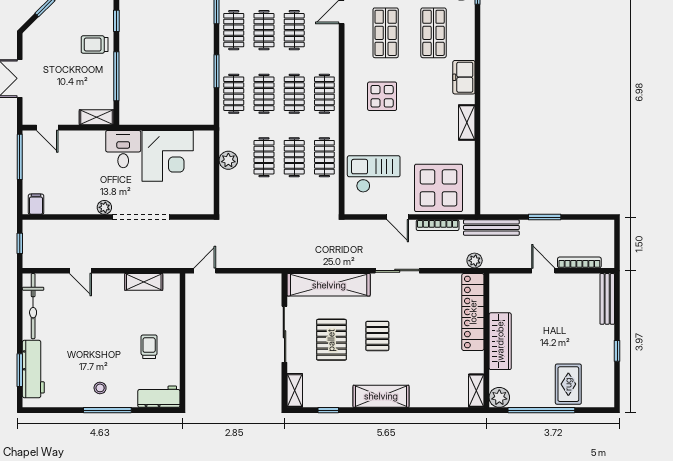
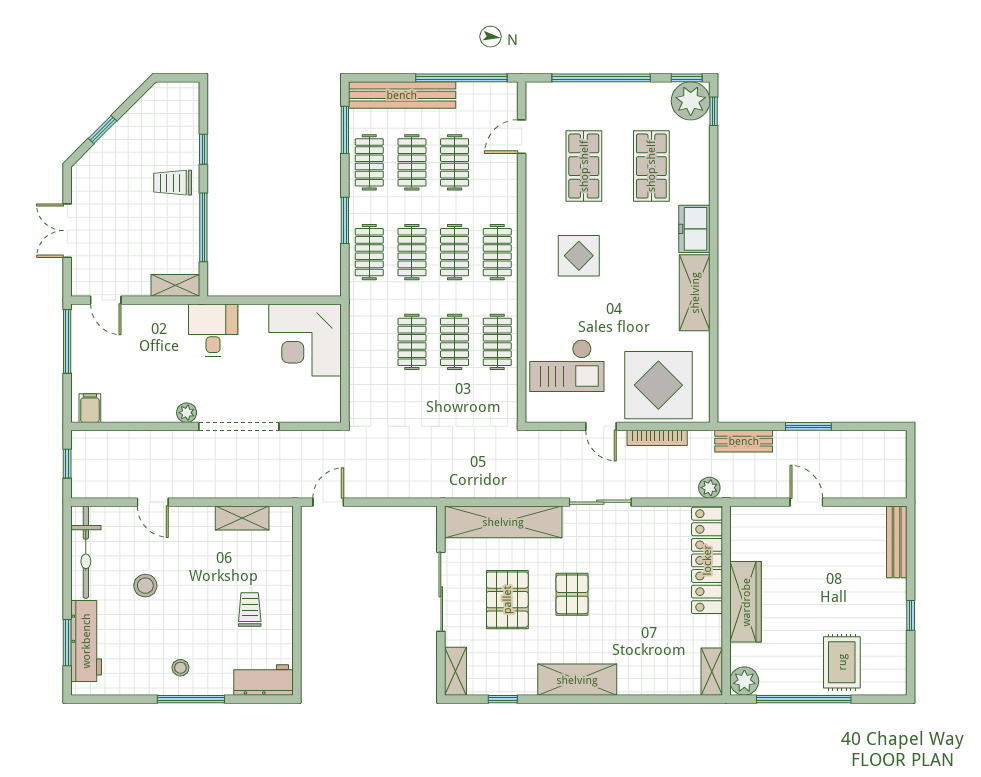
shelving: (467, 122) -> (695, 293), width x1.50, depth x1.33
corner desk: (168, 156) -> (305, 340), moved, turned 90
plant: (228, 160) -> (362, 346), removed
checkout: (374, 174) -> (567, 366), turned 180
bench: (491, 228) -> (744, 441), width x0.73
bookcase: (579, 262) -> (857, 491), removed
stool: (75, 330) -> (145, 586), added

